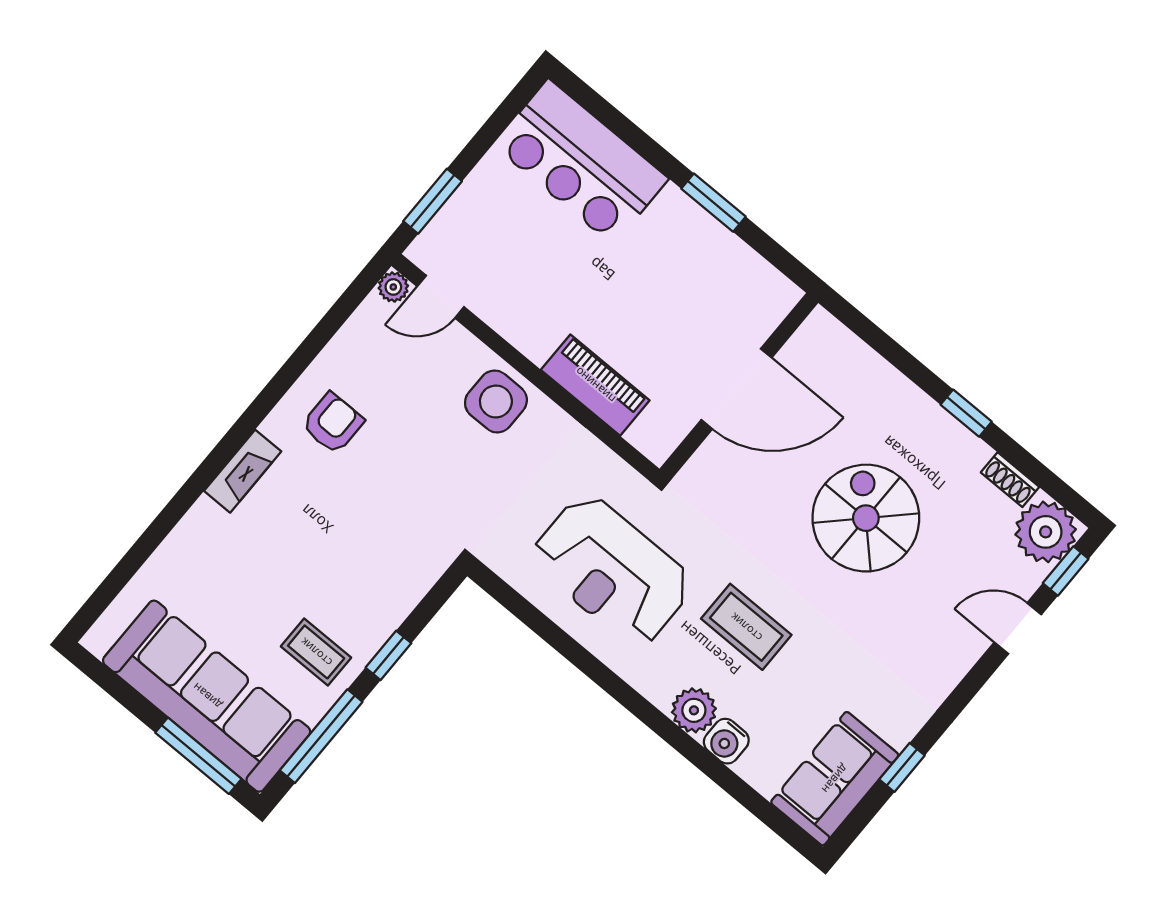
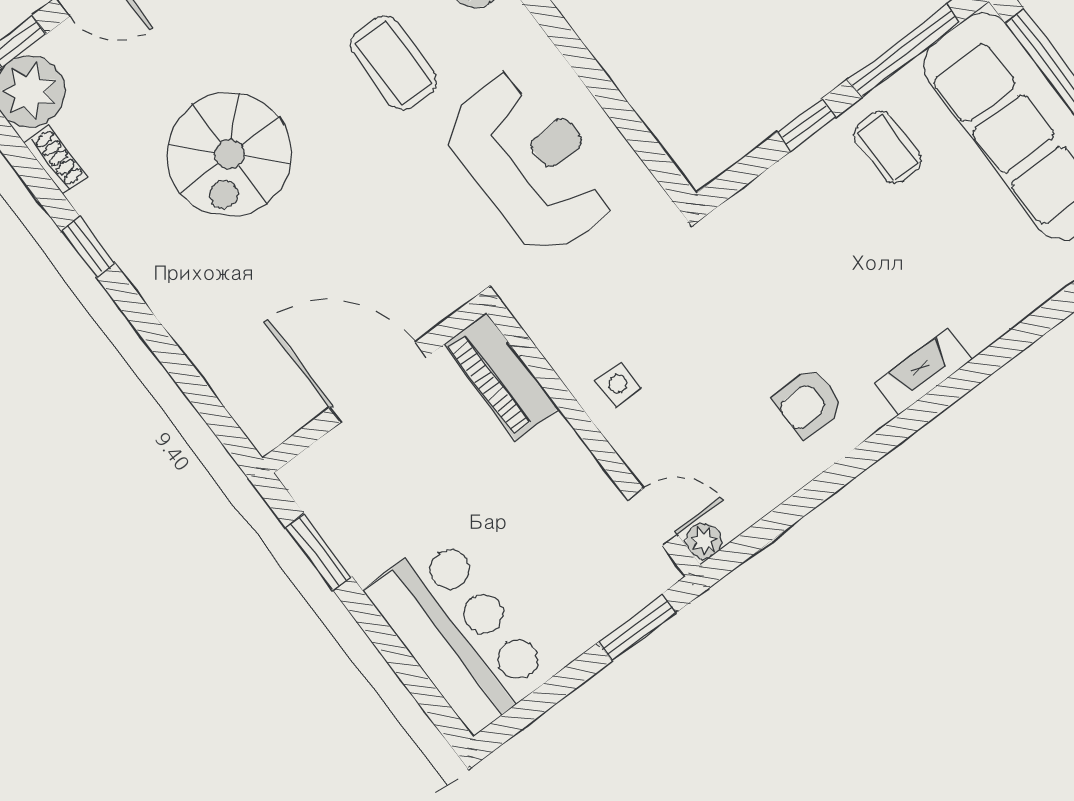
wall: (739, 386) -> (374, 385), moved
door: (736, 389) -> (378, 383), moved
side table: (496, 401) -> (618, 384), width x0.54, depth x0.54

